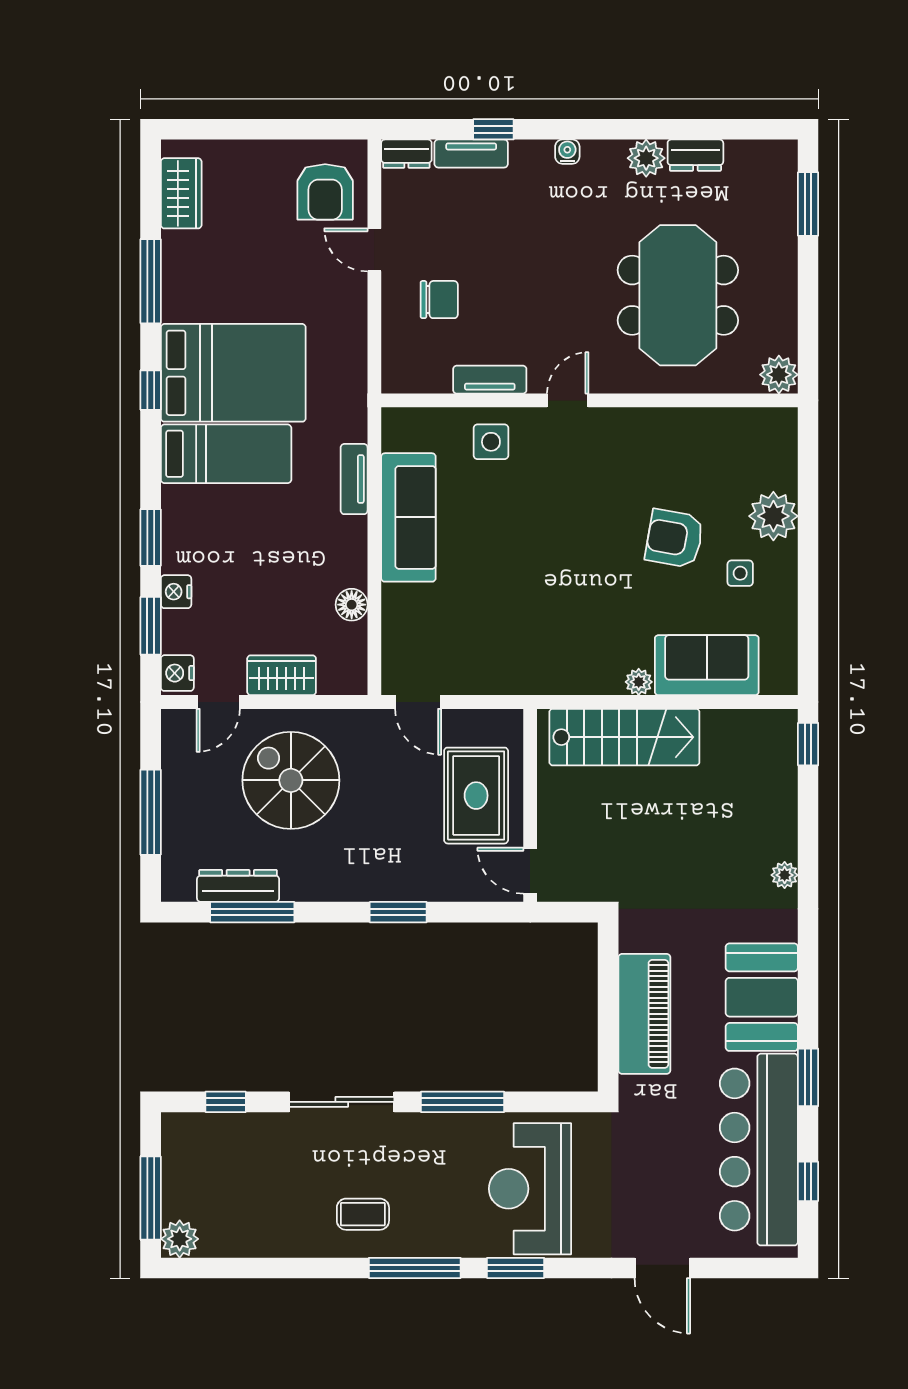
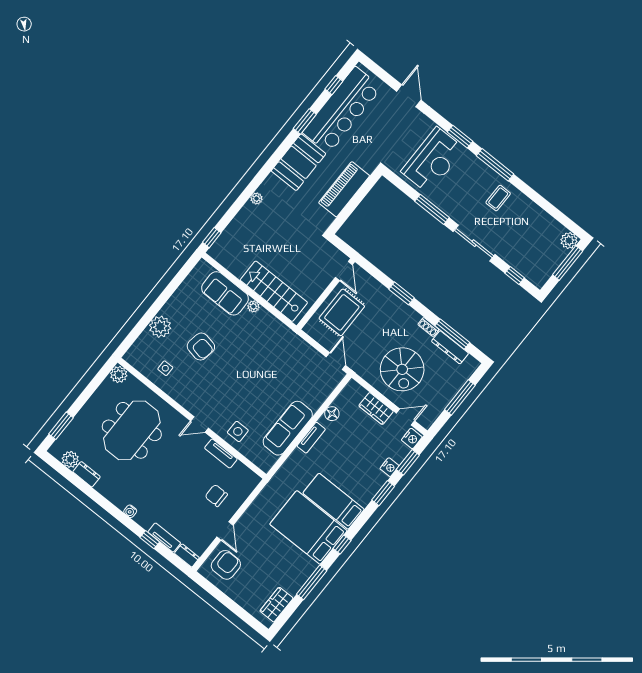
plant: (646, 158) -> (70, 459), moved
tv unit: (354, 479) -> (311, 438), moved
side table: (740, 573) -> (165, 368), moved
shoe rack: (304, 891) -> (428, 327), added
coffee table: (363, 1214) -> (498, 198), turned 90

